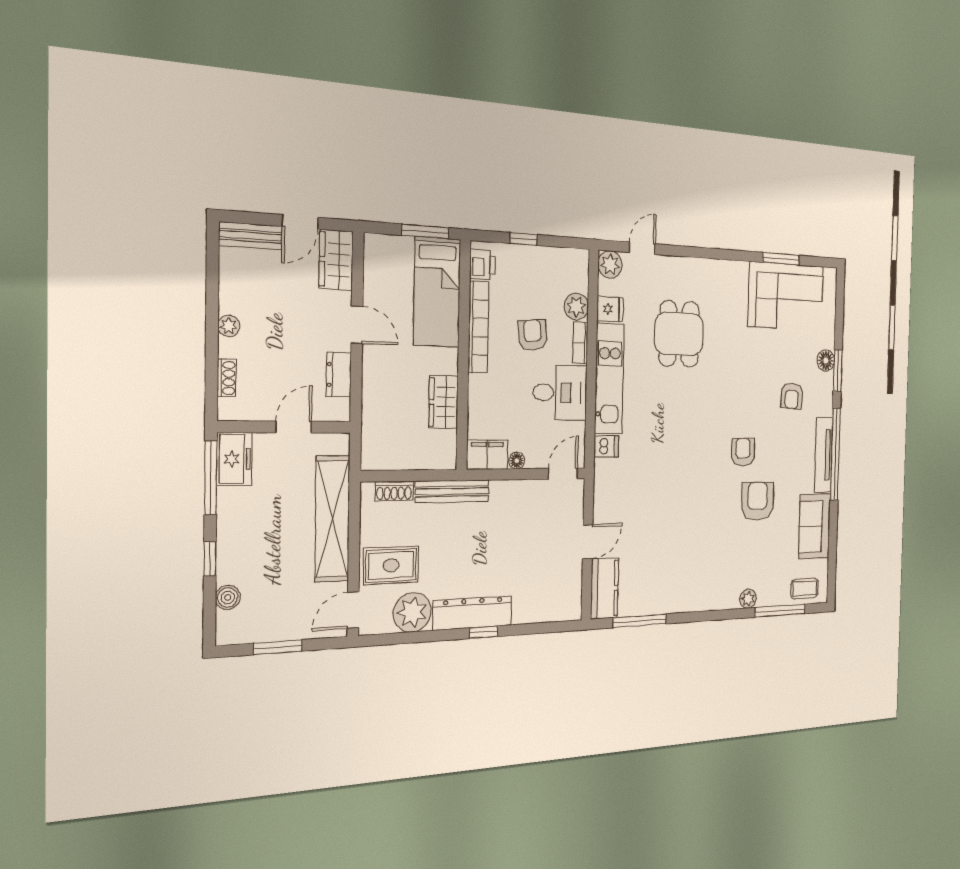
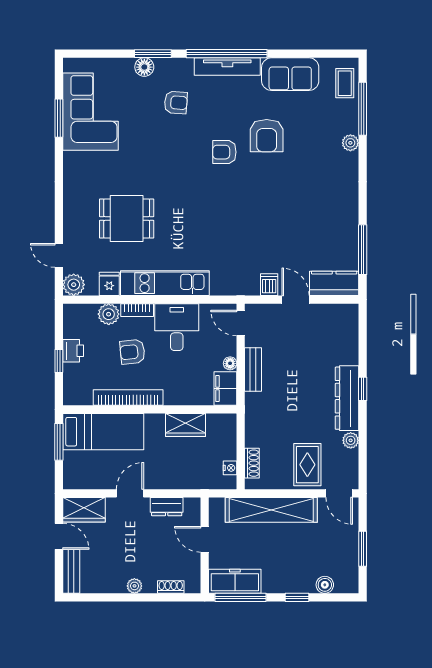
printer: (483, 264) -> (73, 351), moved, turned 90
dishwasher: (606, 446) -> (269, 285), moved
freezer: (234, 459) -> (235, 581), width x1.40
nightstand: (388, 462) -> (230, 468), added
bench: (452, 491) -> (253, 370), moved, width x0.73
armchair: (758, 501) -> (267, 136), turned -90
plant: (412, 612) -> (351, 440), width x0.53, depth x0.53

